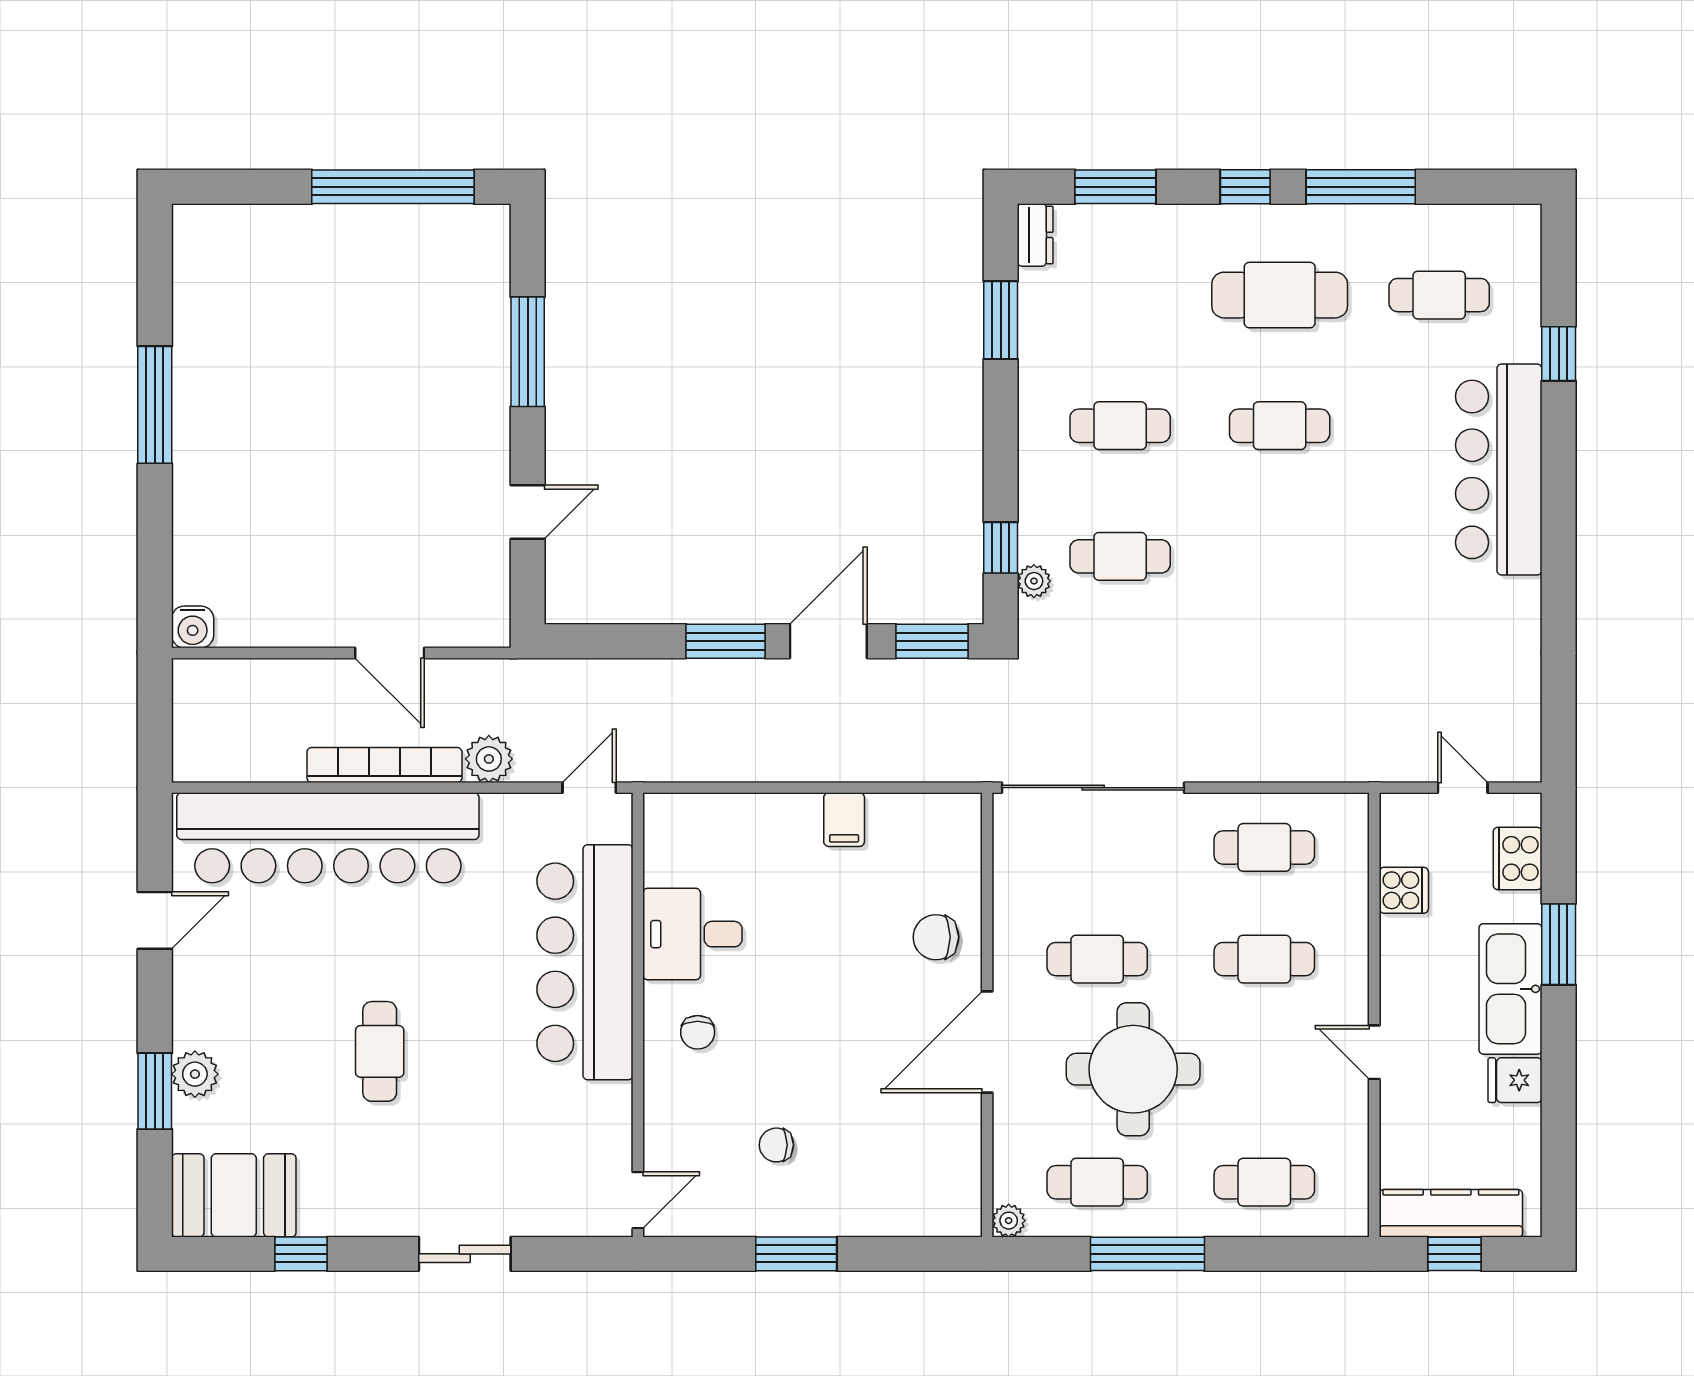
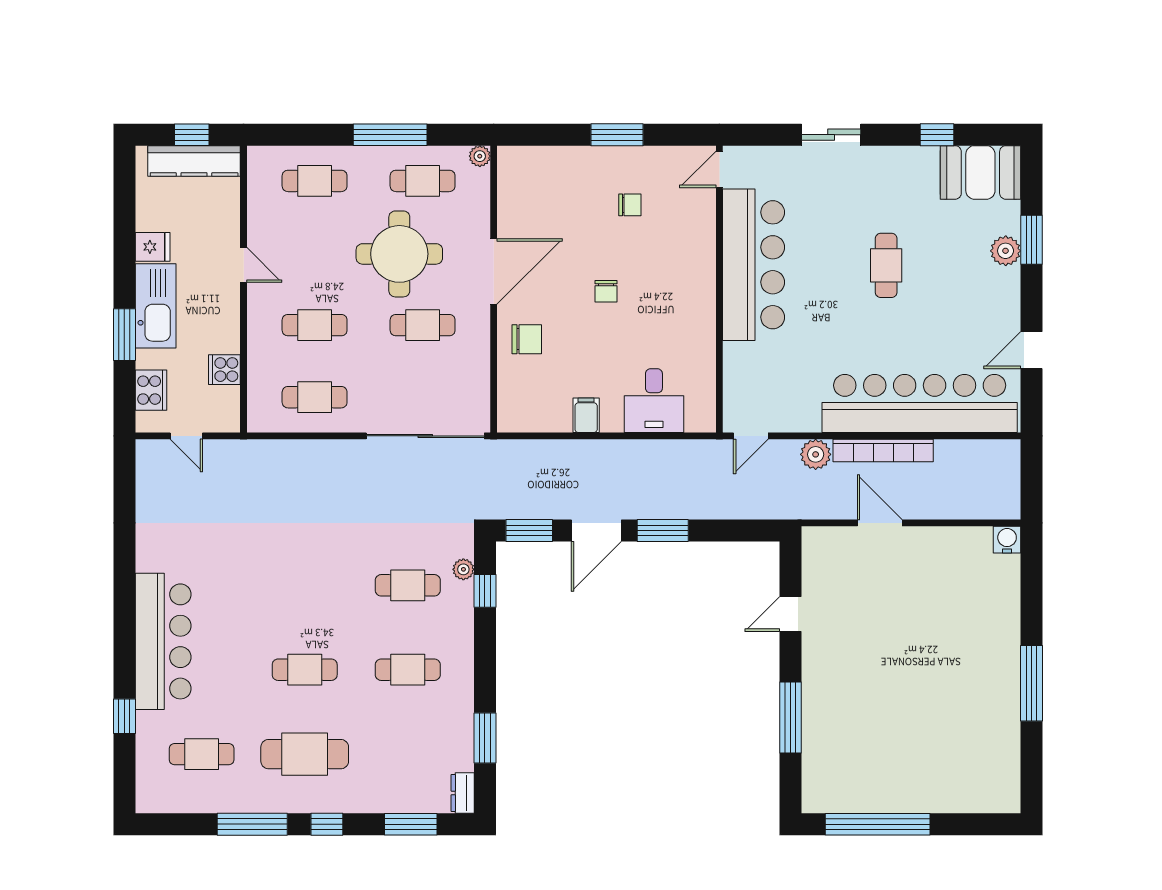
desk: (692, 934) -> (654, 401), moved, turned 90
bar counter: (585, 962) -> (754, 265), moved
chair: (698, 1032) -> (606, 291), moved, turned 180

